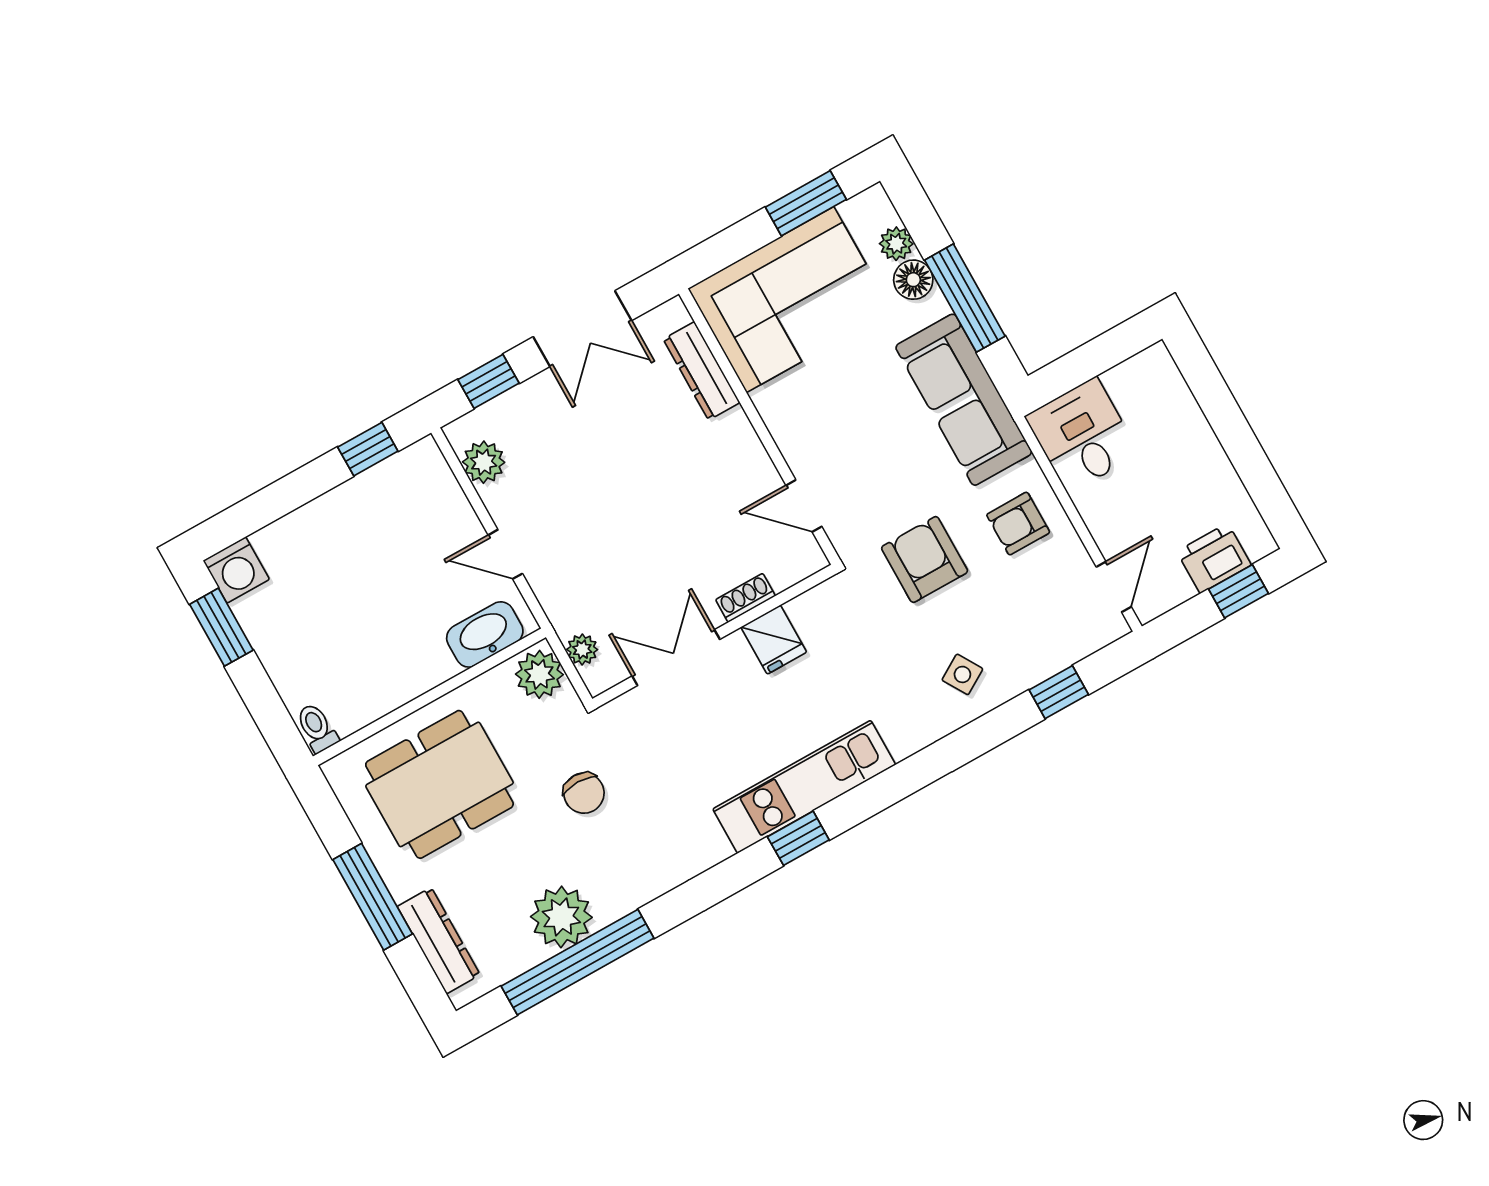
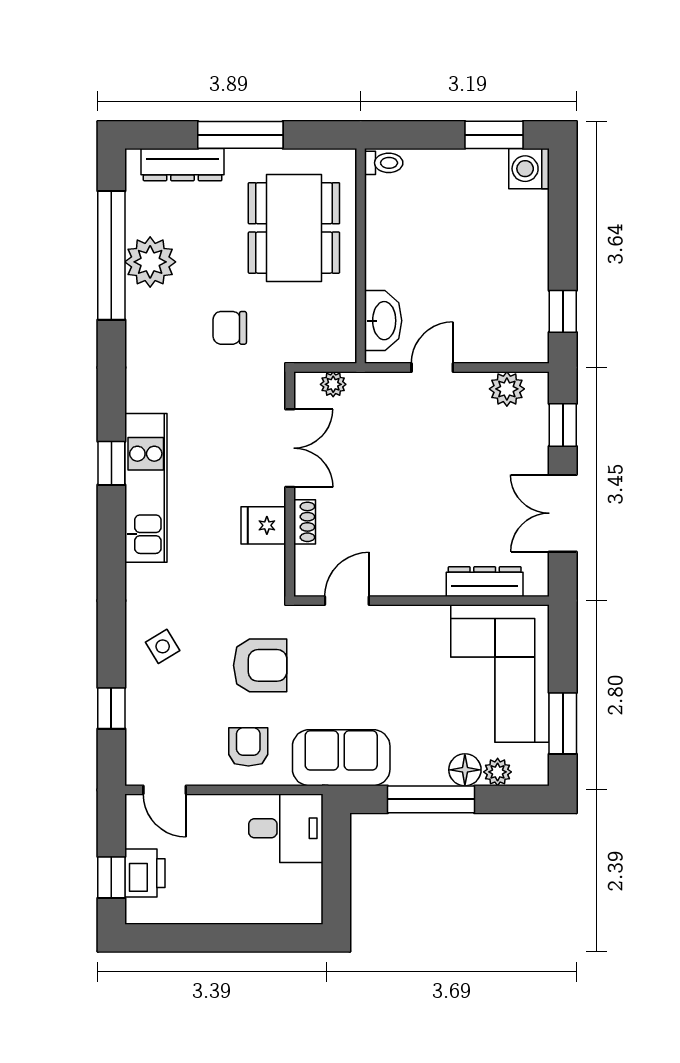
sofa: (964, 400) -> (341, 758), width x0.73
plant: (539, 674) -> (333, 344), removed

